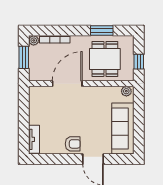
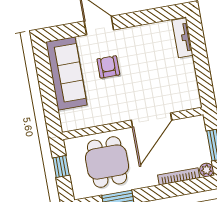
plant: (126, 91) -> (71, 124), removed
armchair: (73, 144) -> (108, 67), moved, turned 90

